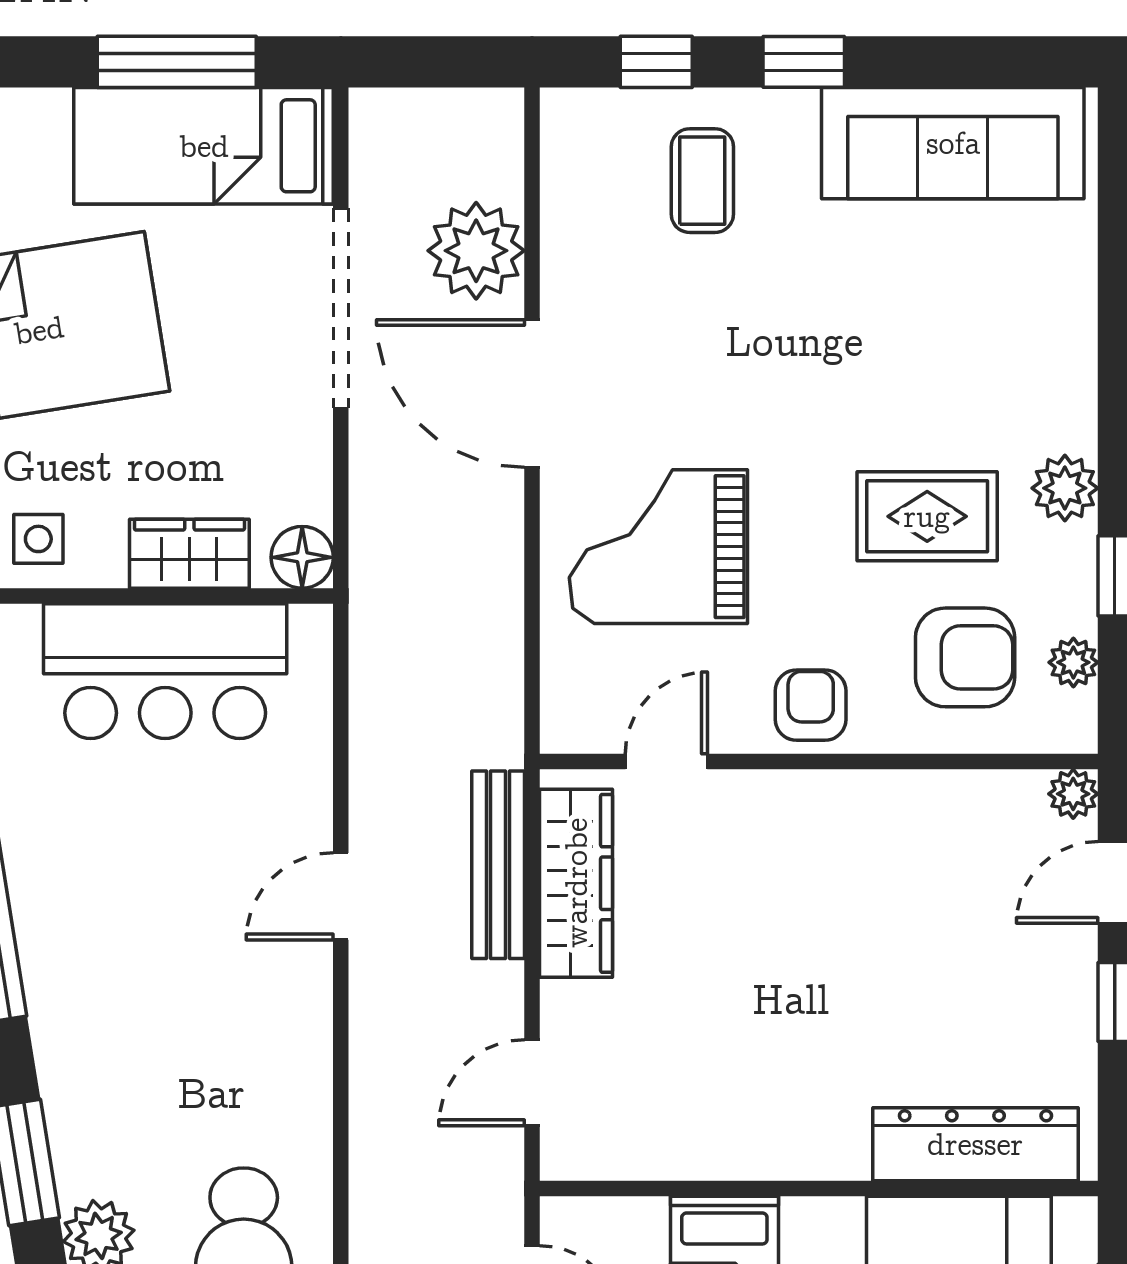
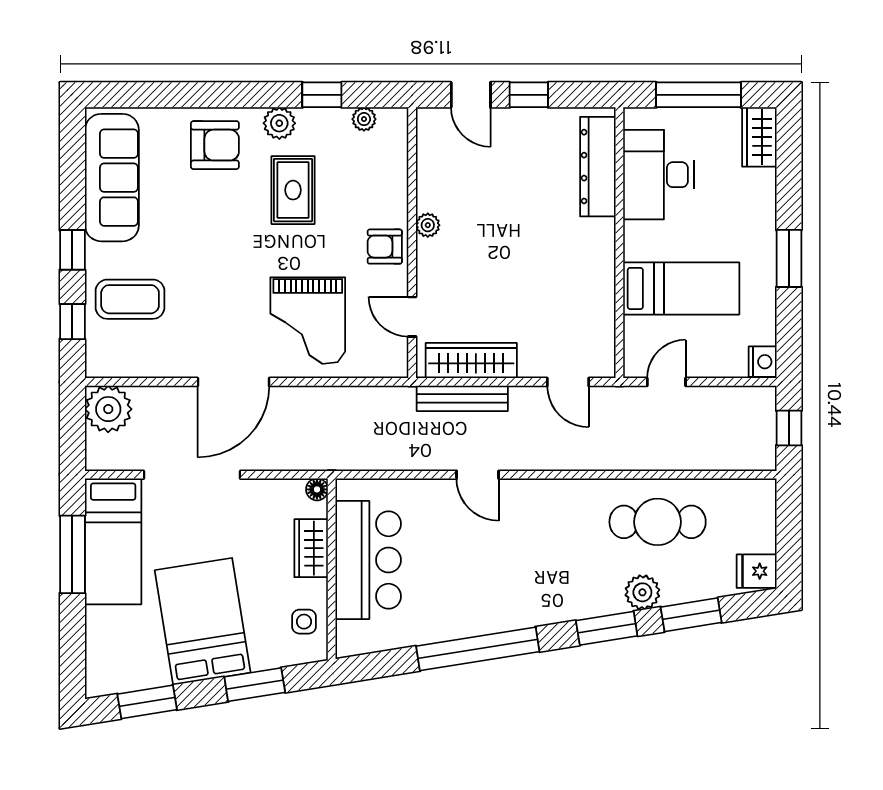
coffee table: (702, 181) -> (130, 299), width x1.36, depth x1.30
plant: (476, 251) -> (108, 409), moved
floor lamp: (302, 557) -> (317, 489), width x0.73, depth x0.73
armchair: (965, 657) -> (215, 145), moved, turned 90
plant: (1073, 794) -> (428, 225), moved

